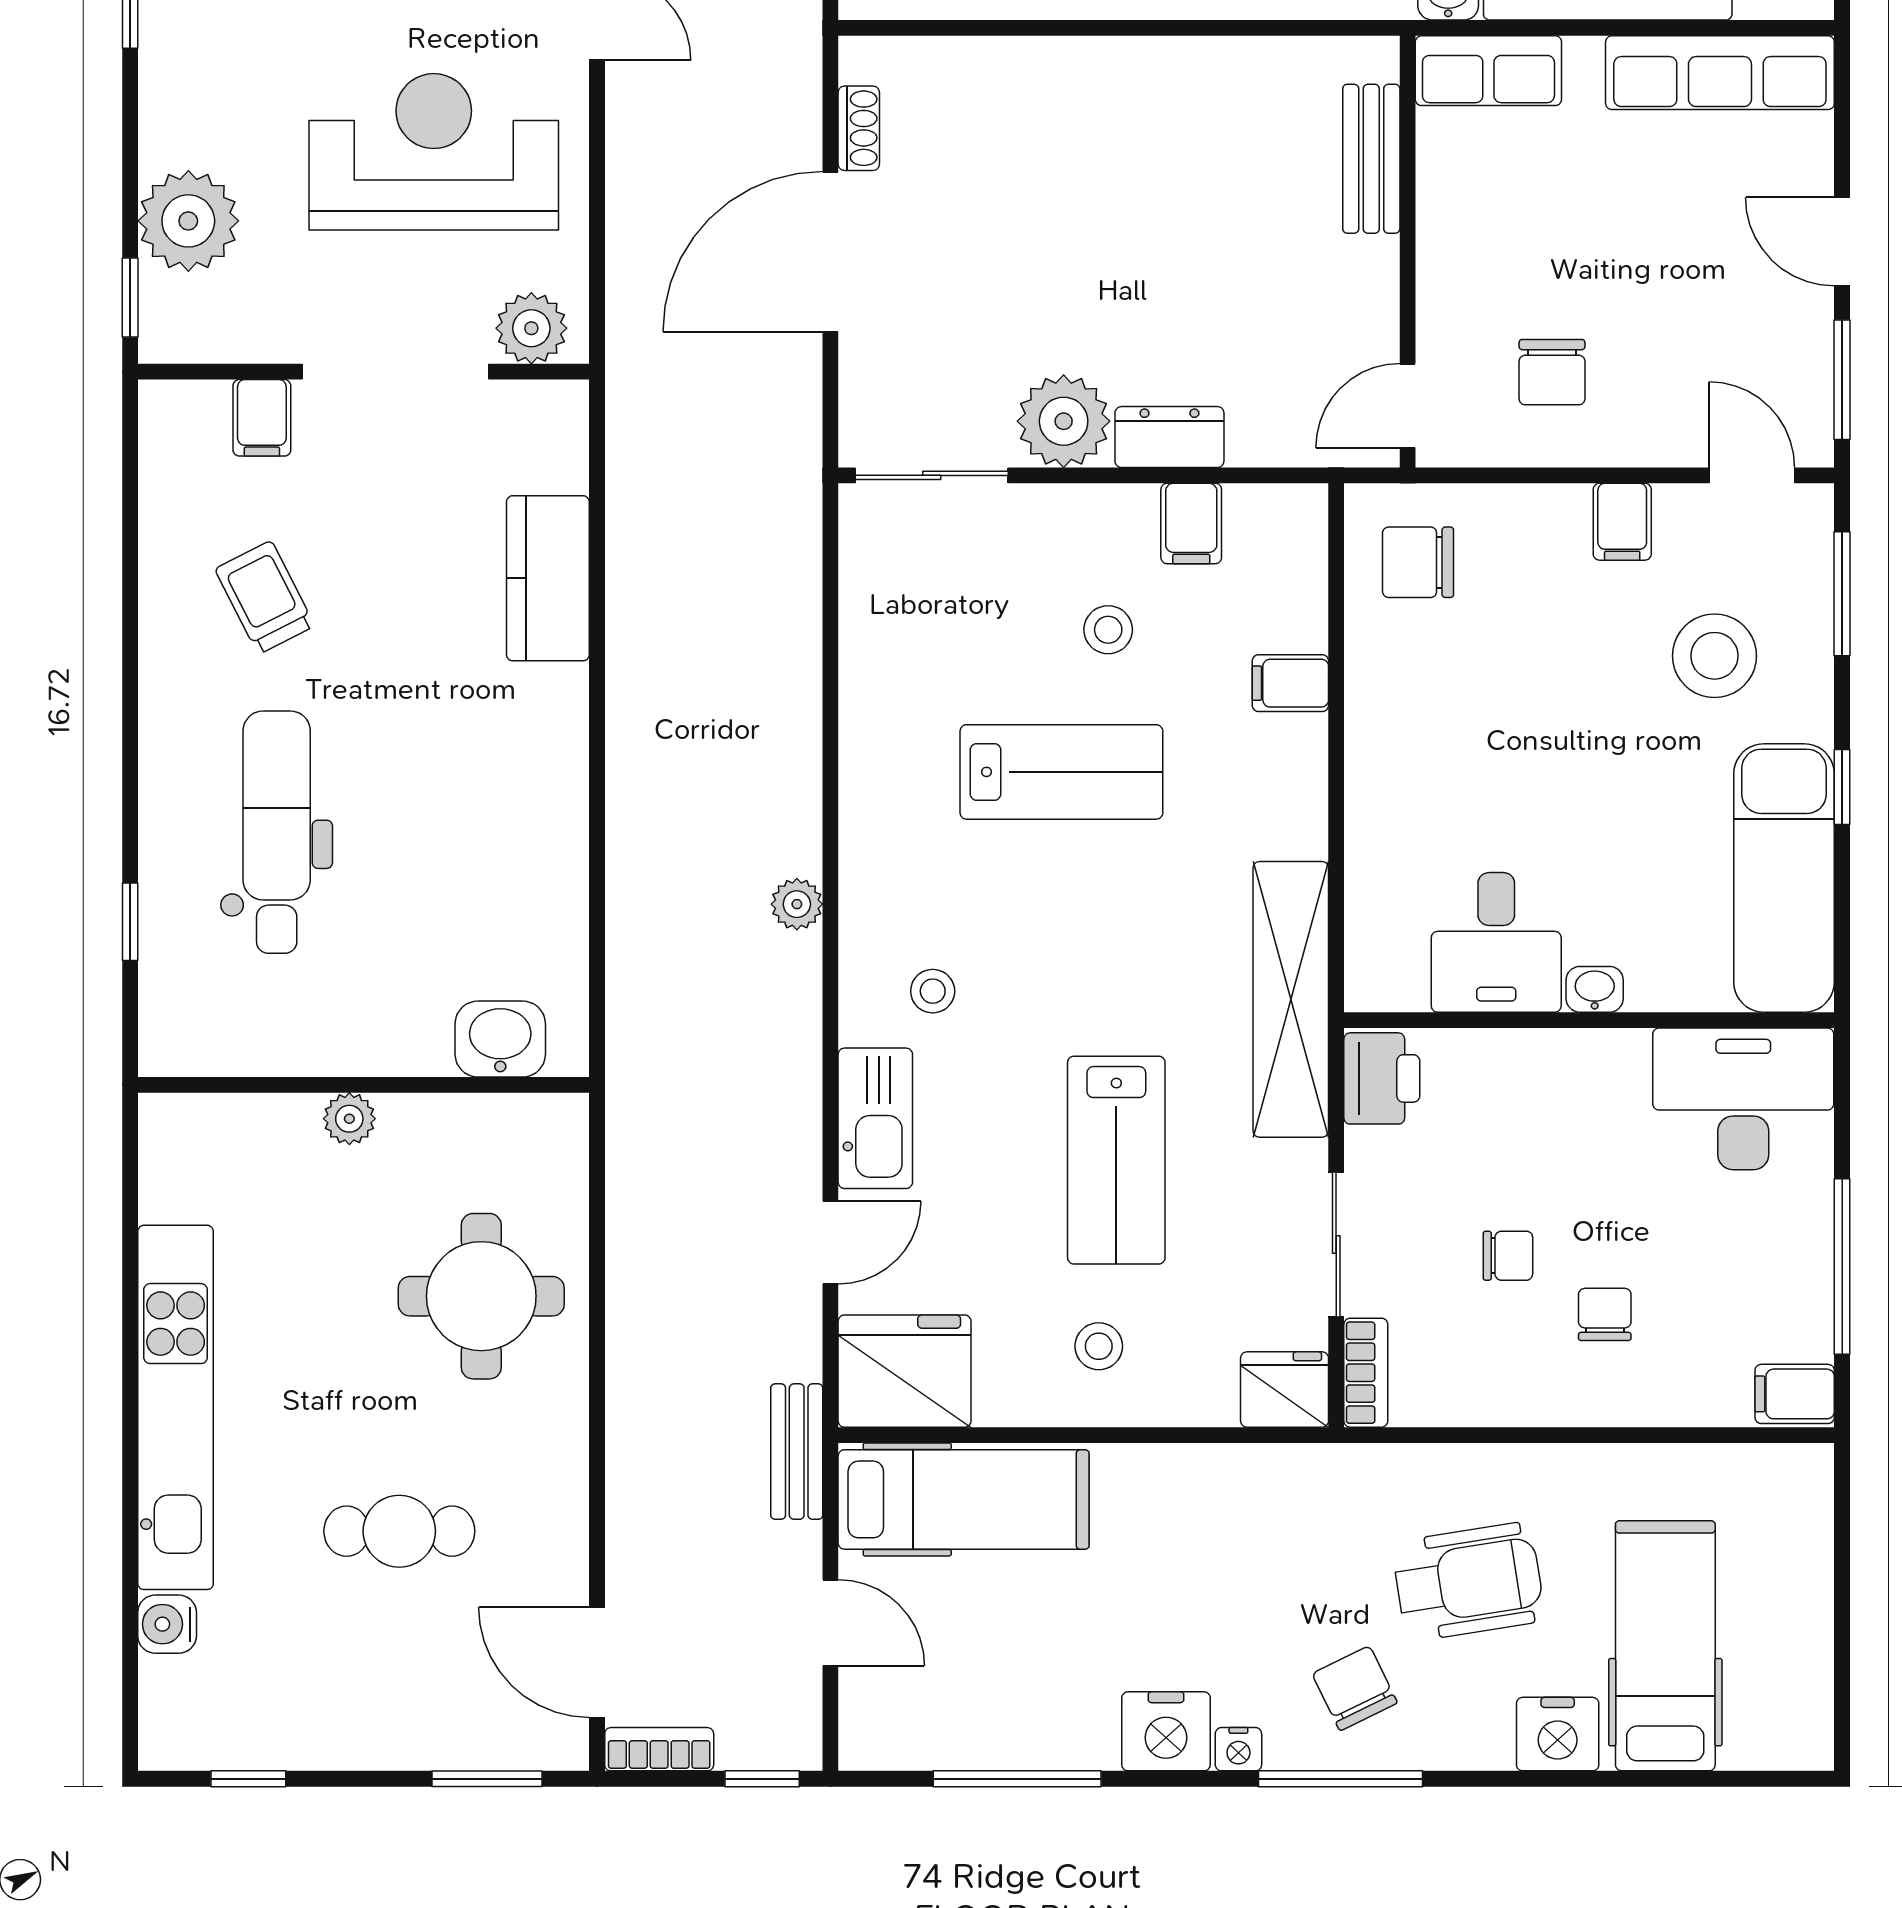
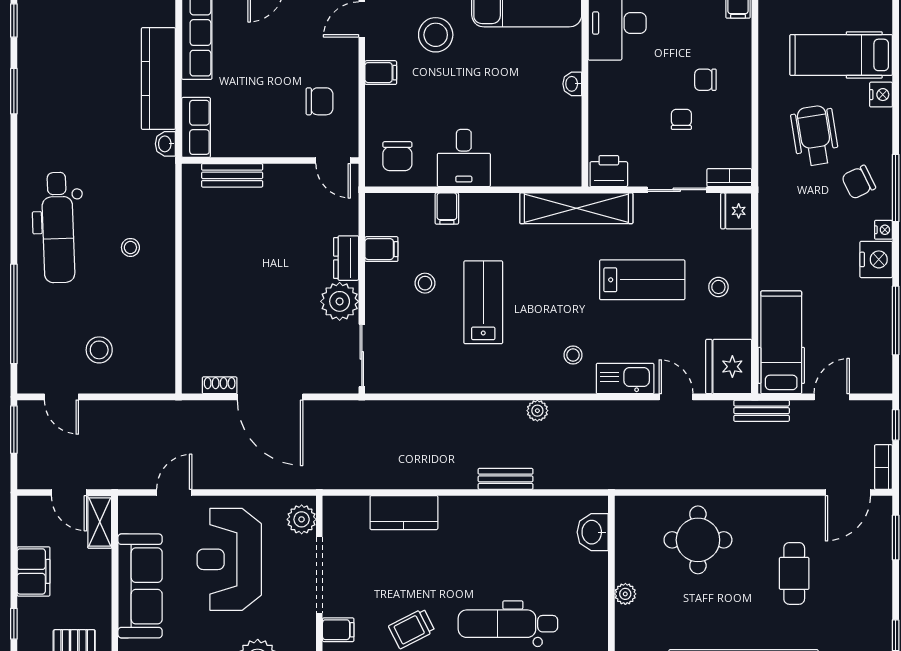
bench: (630, 826) -> (506, 479), added
desk: (1496, 942) -> (464, 158), moved, turned 90
nightstand: (1558, 1734) -> (881, 95), width x0.74, depth x0.75

